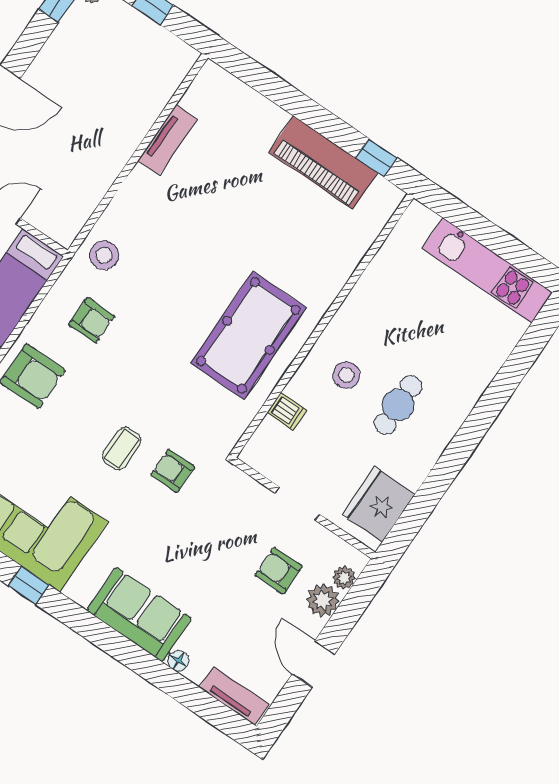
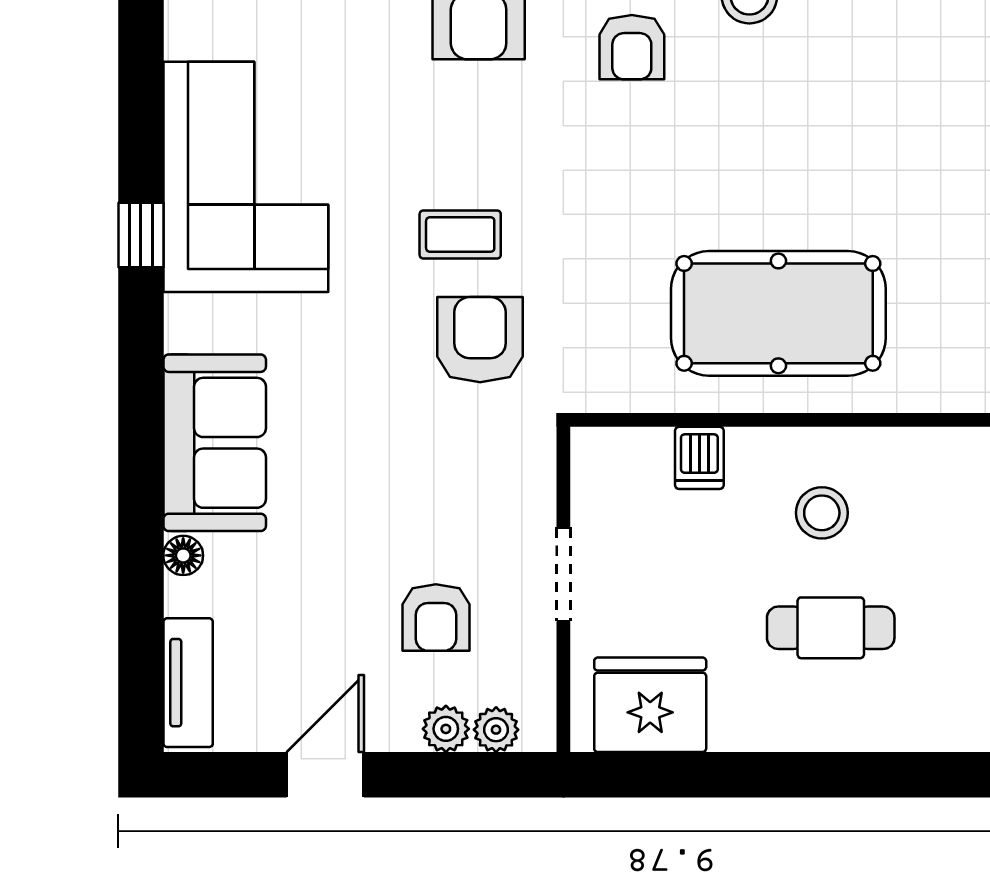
armchair: (172, 471) -> (480, 340), width x1.38, depth x1.38
armchair: (279, 571) -> (436, 618), turned 180
plant: (323, 600) -> (446, 729), width x0.73, depth x0.73

